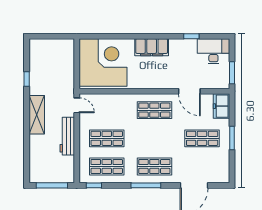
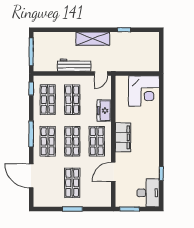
filing cabinet: (152, 47) -> (123, 137), moved, turned 180
corner desk: (103, 62) -> (144, 91), width x0.74, depth x0.74
freezer: (222, 106) -> (104, 111), moved, turned -90
shop shelf: (154, 138) -> (72, 141), added

